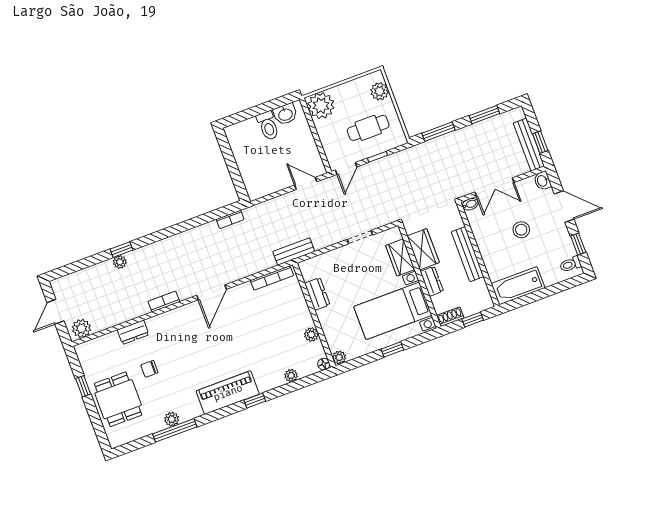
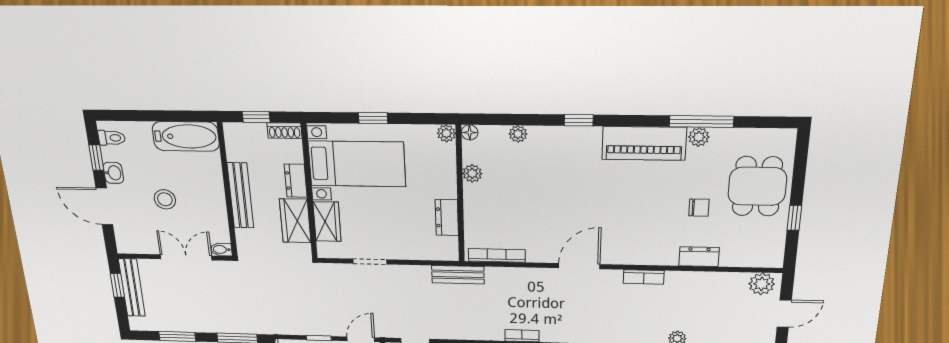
washbasin: (542, 181) -> (113, 173), moved
piano: (228, 393) -> (644, 143), moved

